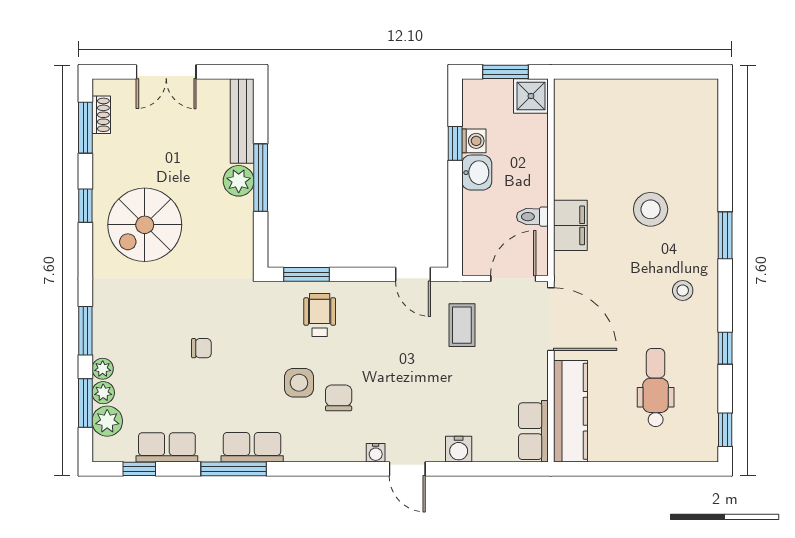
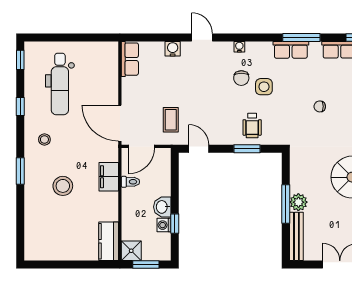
window: (307, 274) -> (247, 149), moved
dental chair: (656, 387) -> (60, 84), width x1.36, depth x1.38
kitchen counter: (571, 411) -> (109, 241), moved, width x0.67
water cooler: (376, 453) -> (239, 47), moved

